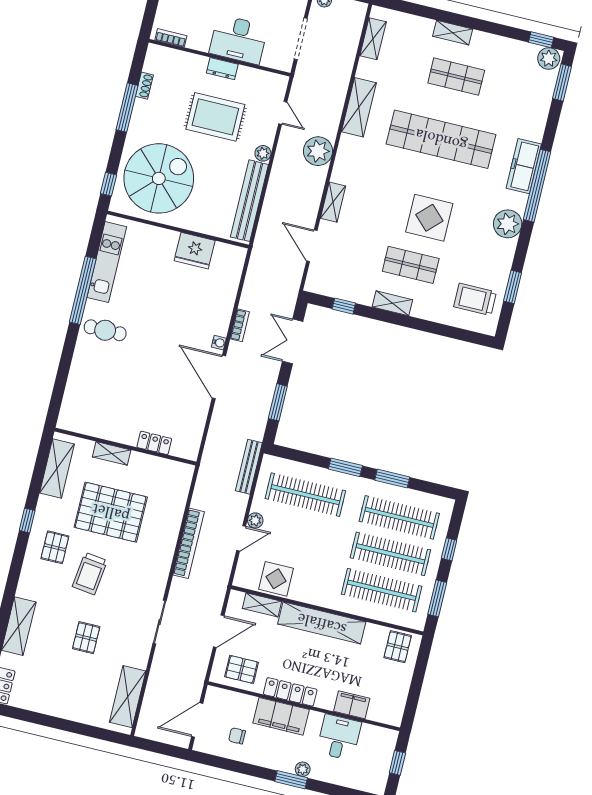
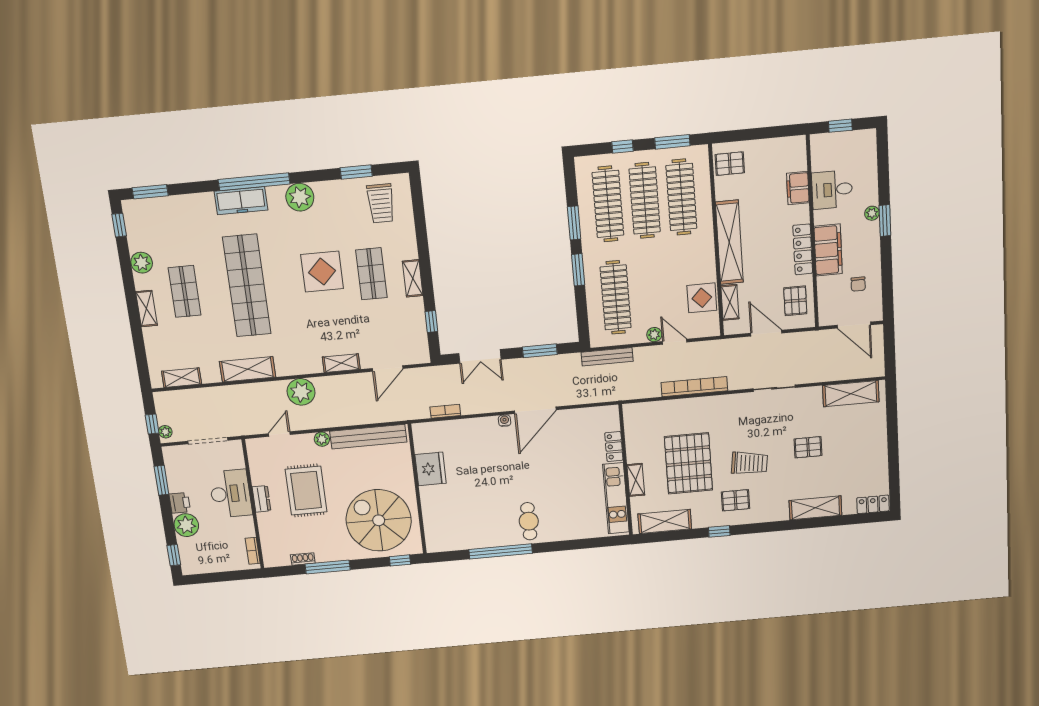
plant: (549, 59) -> (142, 263), moved
kitchen unit: (107, 262) -> (616, 498), moved, turned -90
bookcase: (240, 325) -> (445, 411), moved

